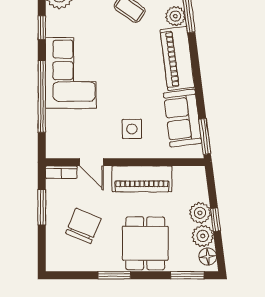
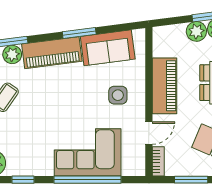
corner sofa: (71, 73) -> (88, 152), moved
window: (205, 136) -> (79, 33), moved

